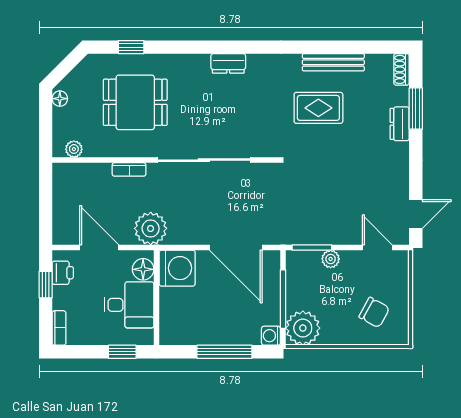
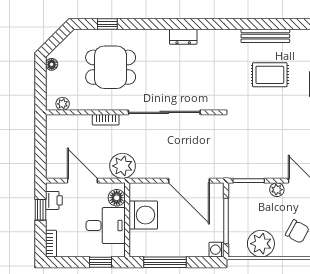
rug: (318, 108) -> (270, 75), moved
plant: (331, 259) -> (277, 190), moved
washing machine: (177, 268) -> (143, 215), moved
plant: (303, 328) -> (261, 244), moved
window: (224, 352) -> (165, 262), moved

